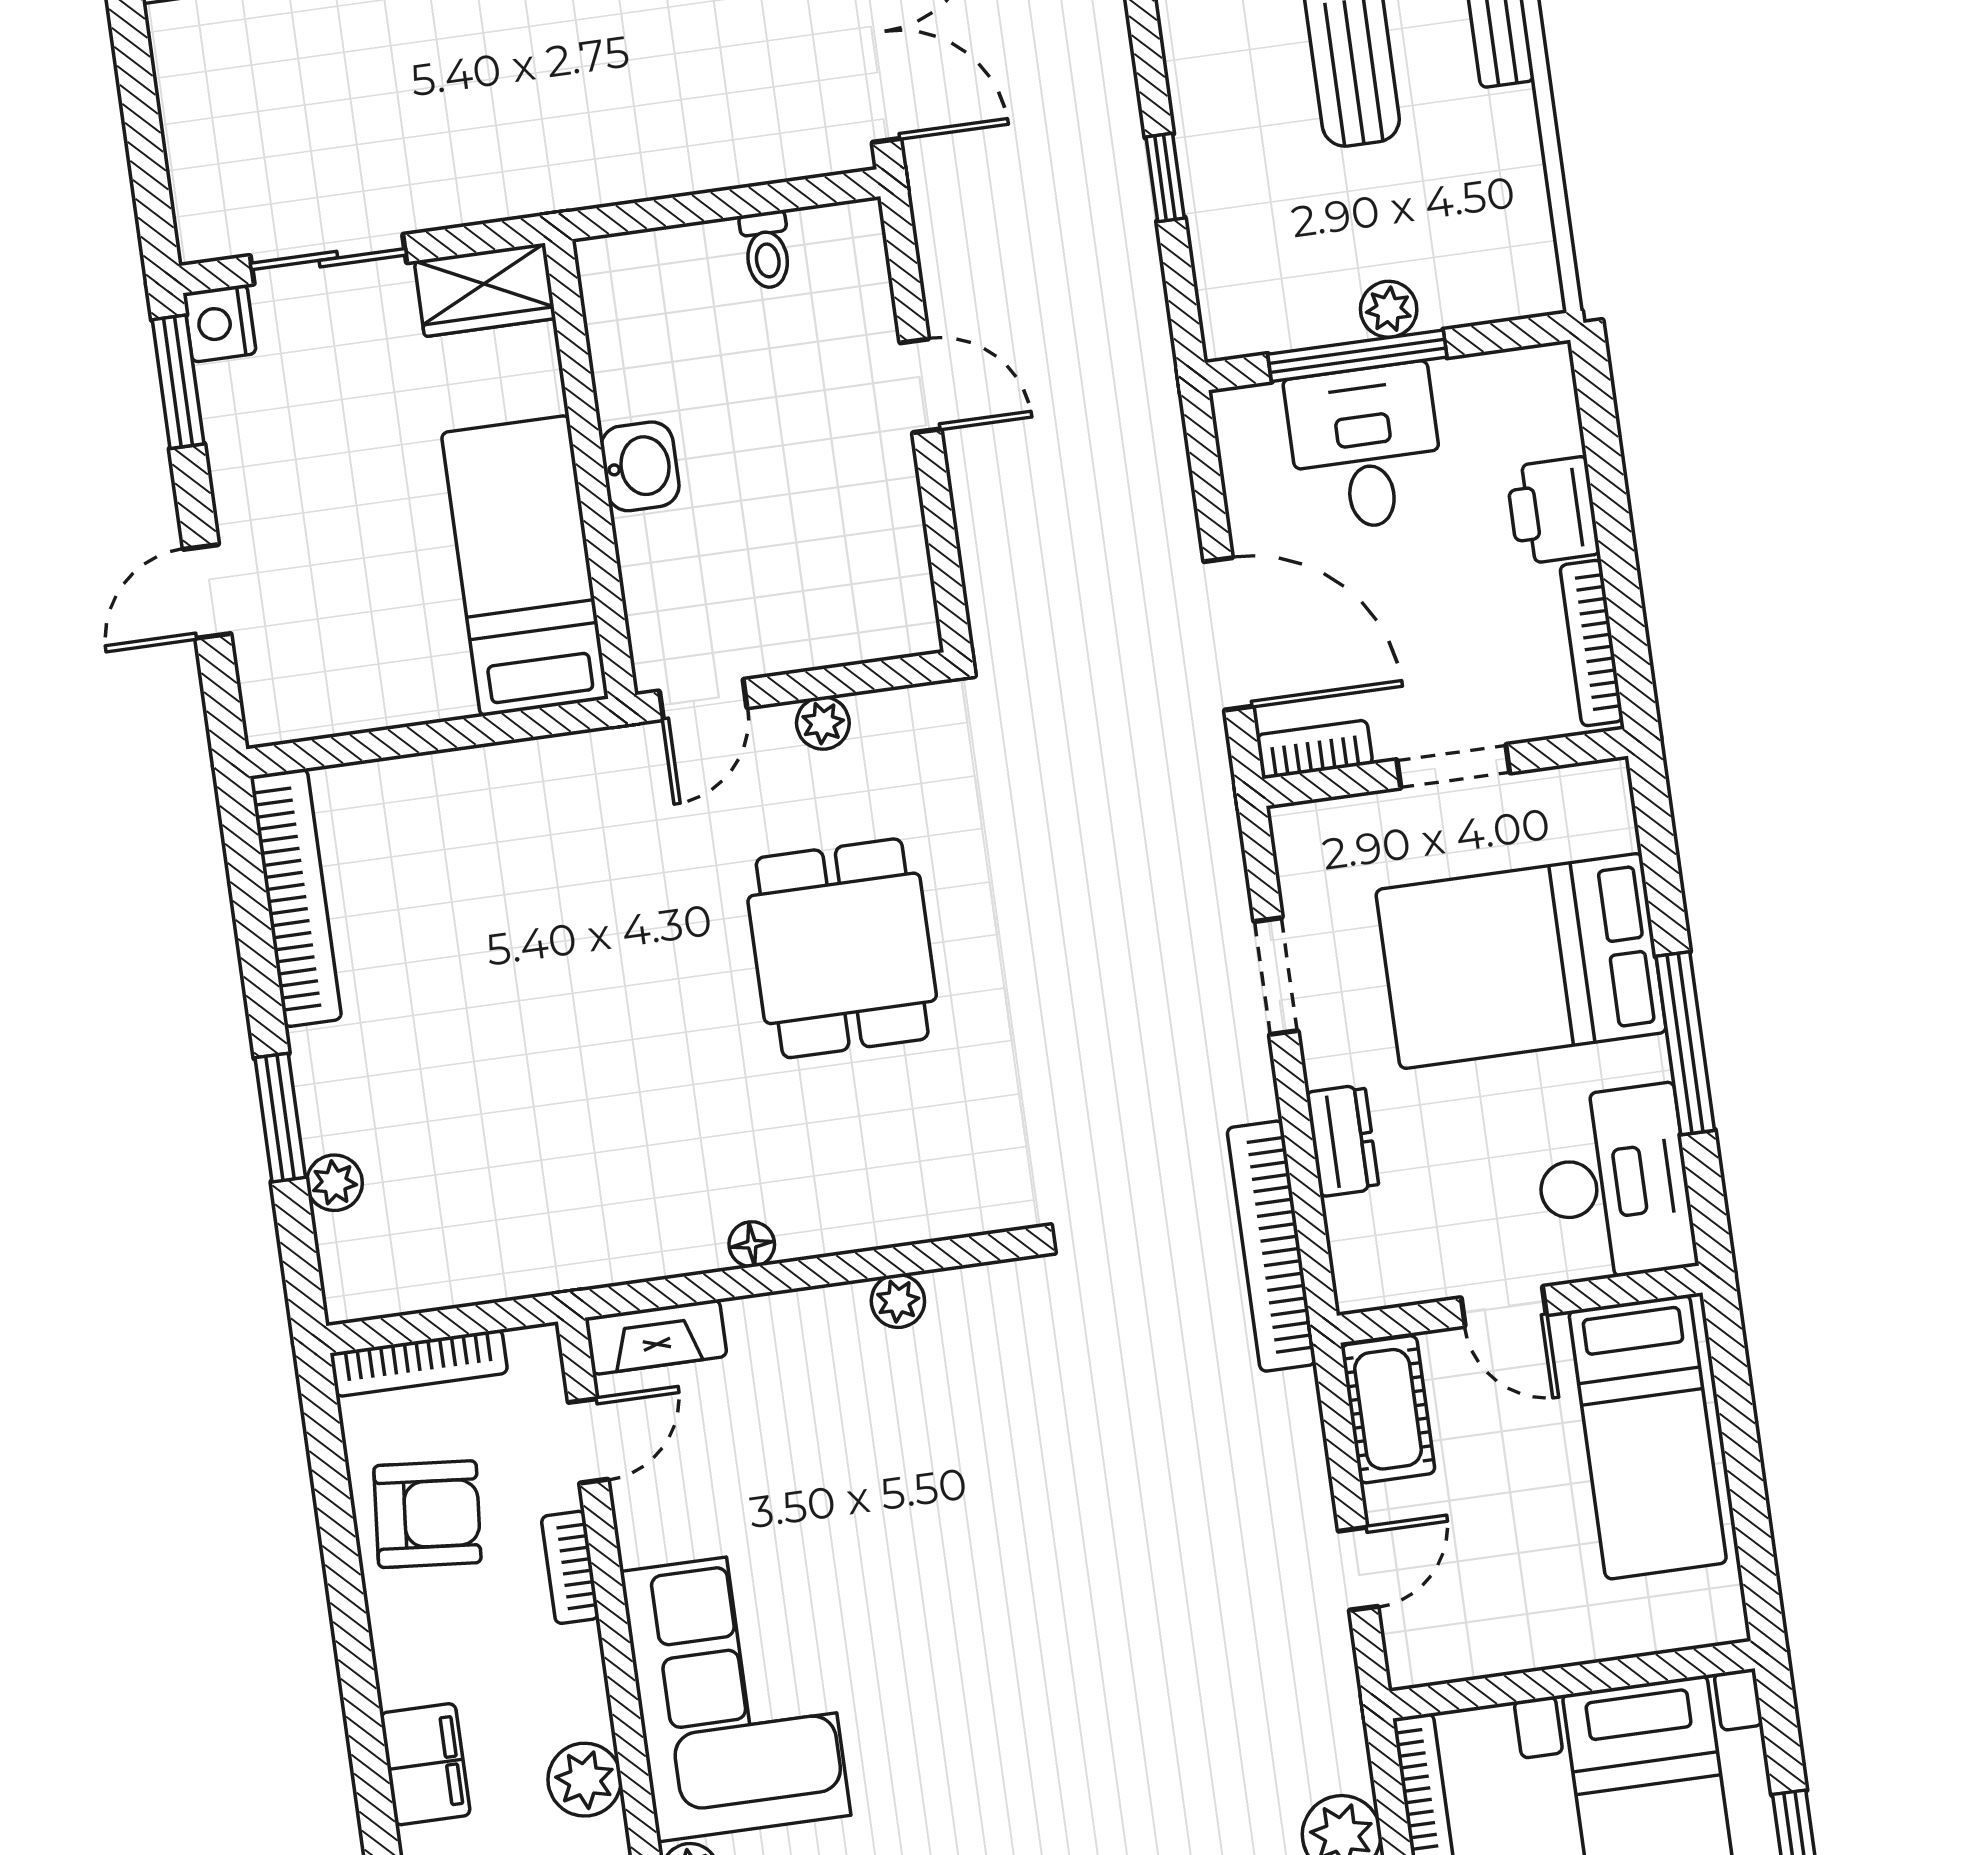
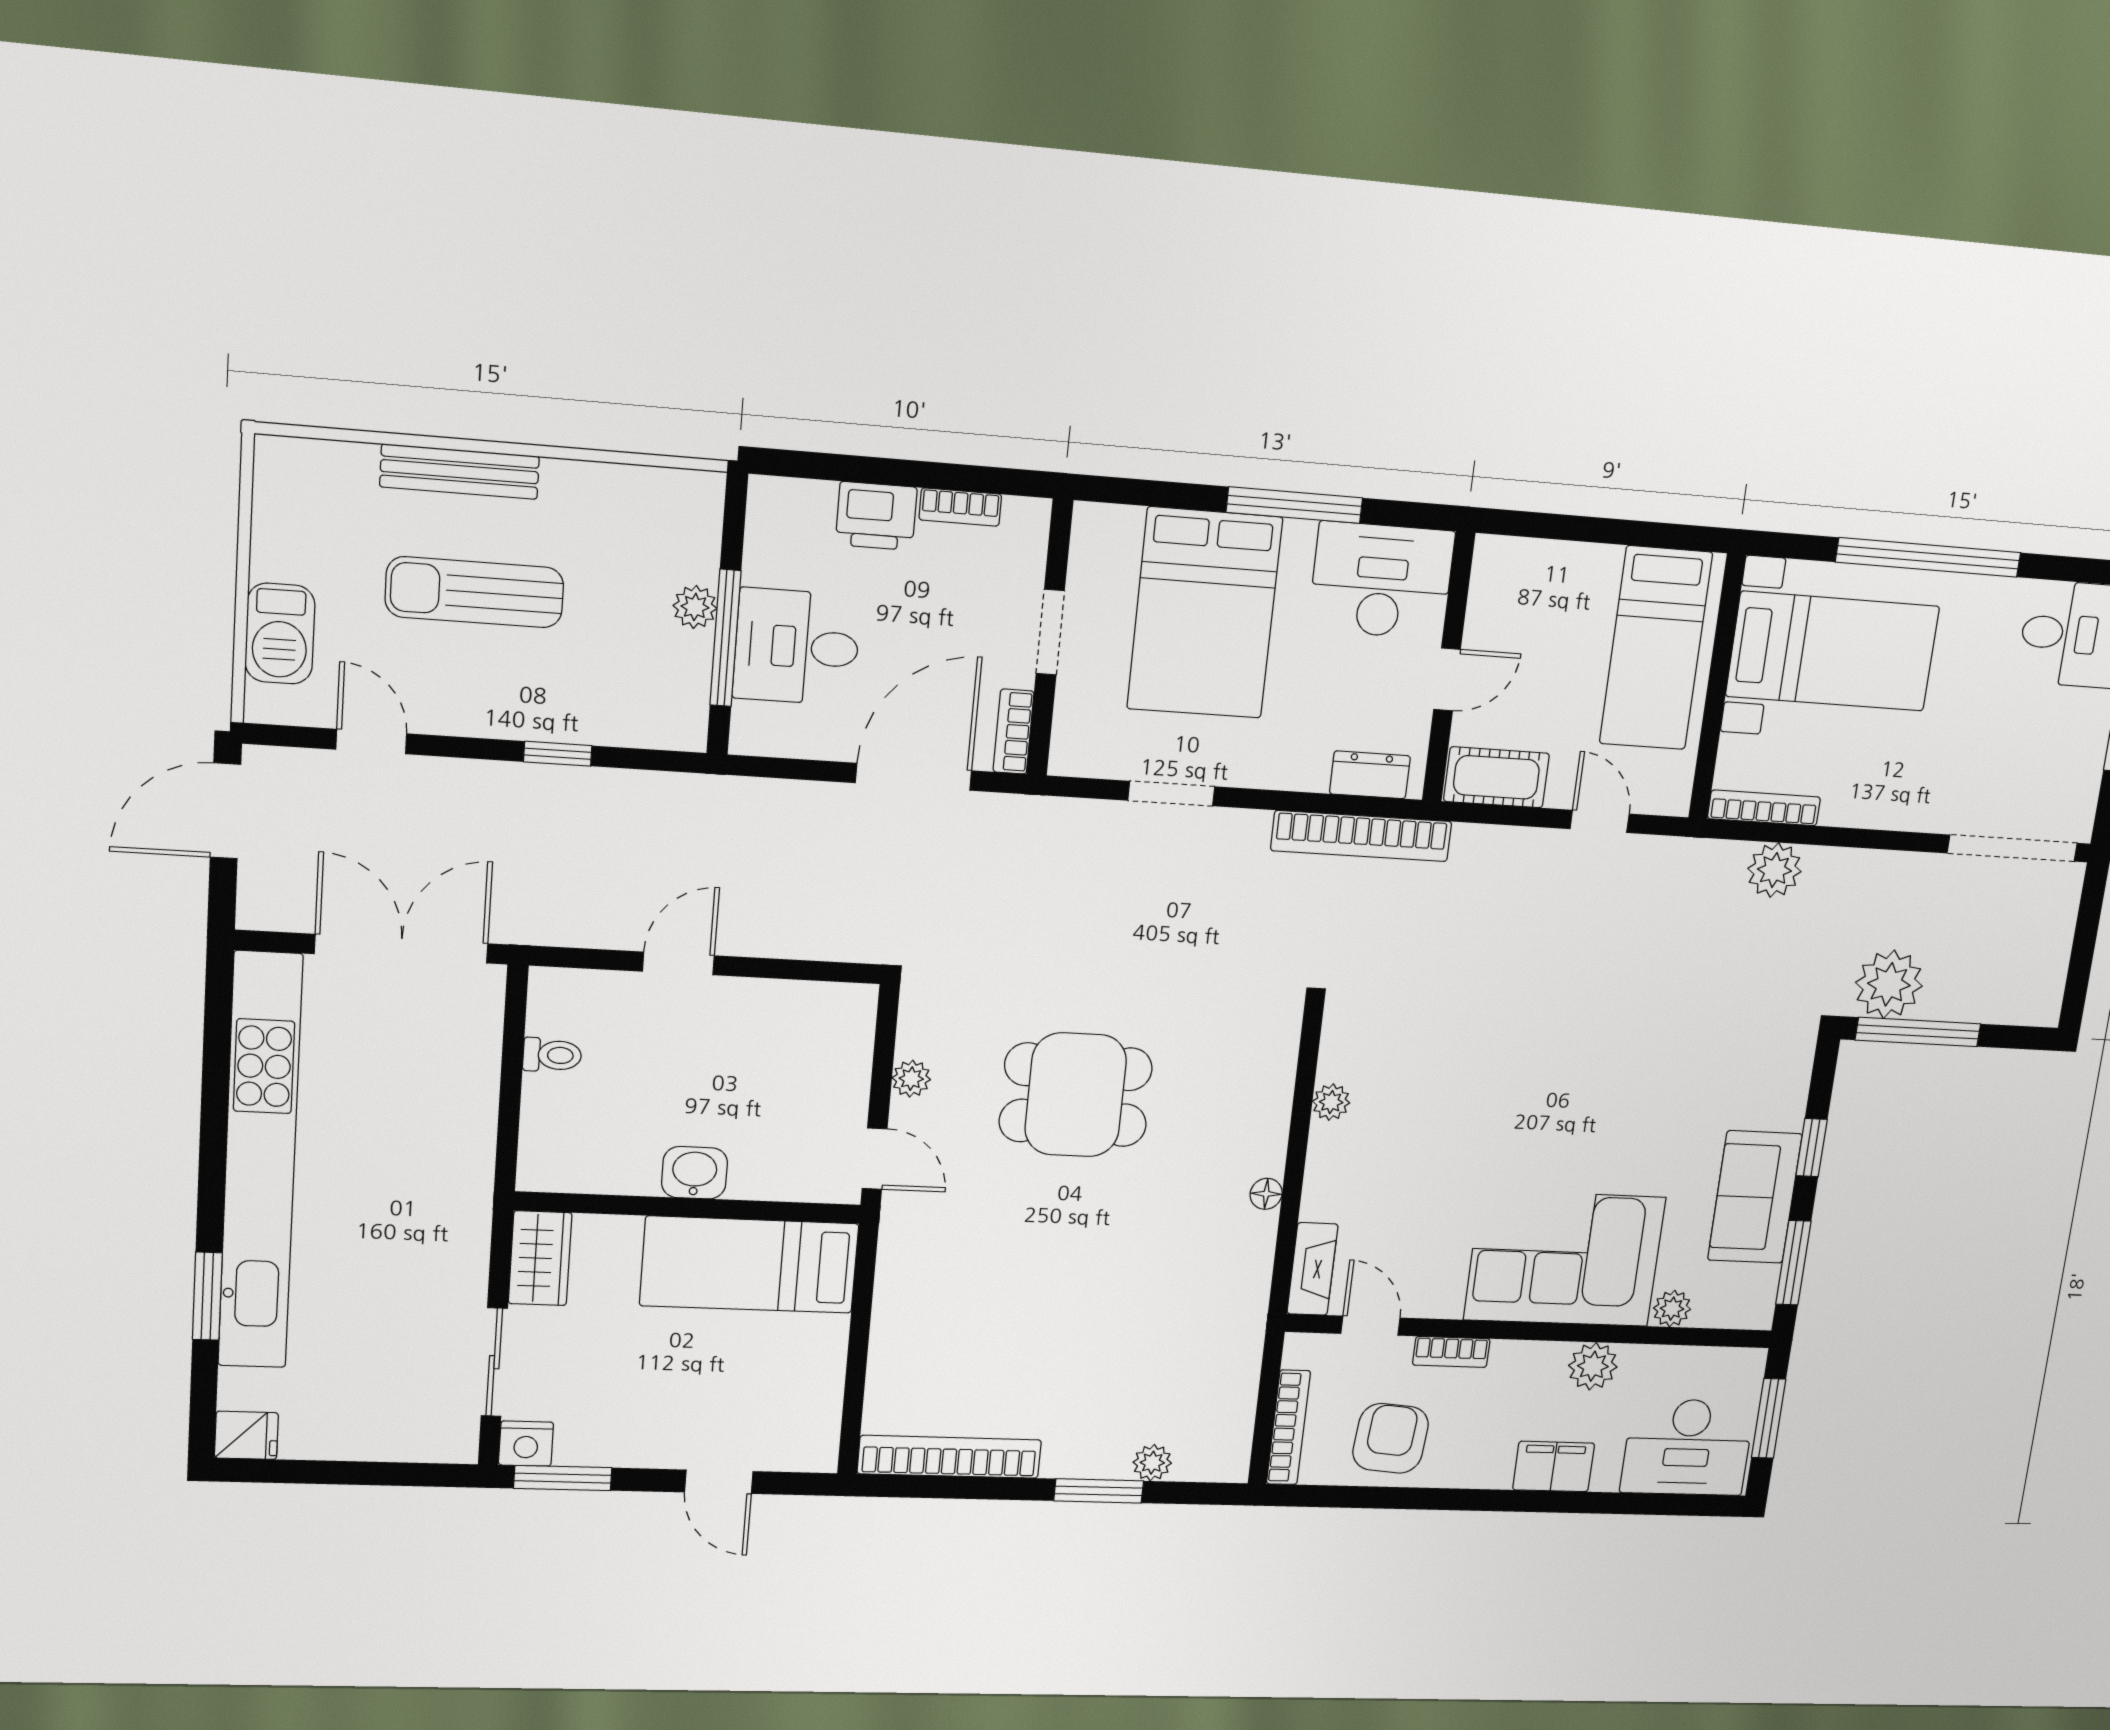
bookcase: (1592, 643) -> (960, 507), width x0.64
dresser: (1342, 1141) -> (1370, 775), moved
bed: (1648, 1437) -> (1656, 648), moved, turned 90

